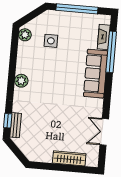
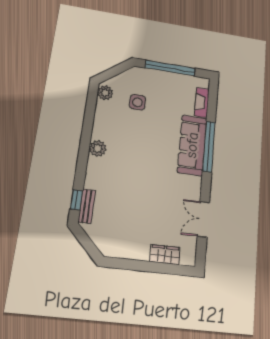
window: (111, 52) -> (209, 146), moved
wardrobe: (69, 158) -> (165, 255), width x0.67

